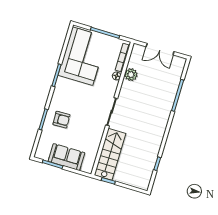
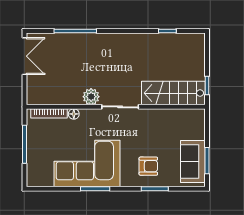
double door: (160, 49) -> (24, 56), moved
corner sofa: (82, 56) -> (87, 164), moved
plant: (131, 75) -> (91, 97), moved
armchair: (61, 120) -> (148, 166), turned 92
sofa: (66, 157) -> (193, 161), moved

